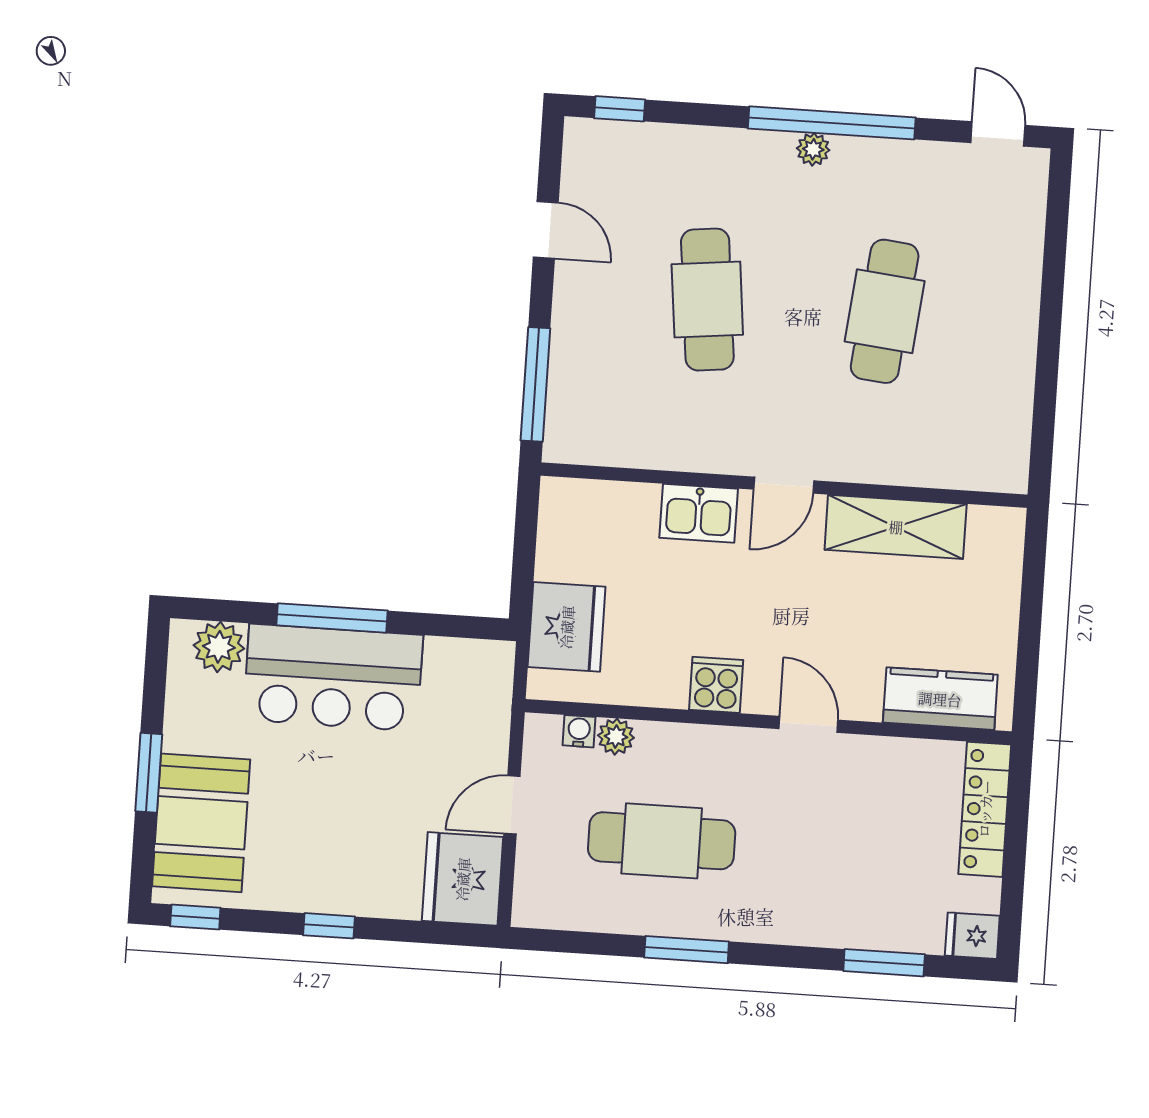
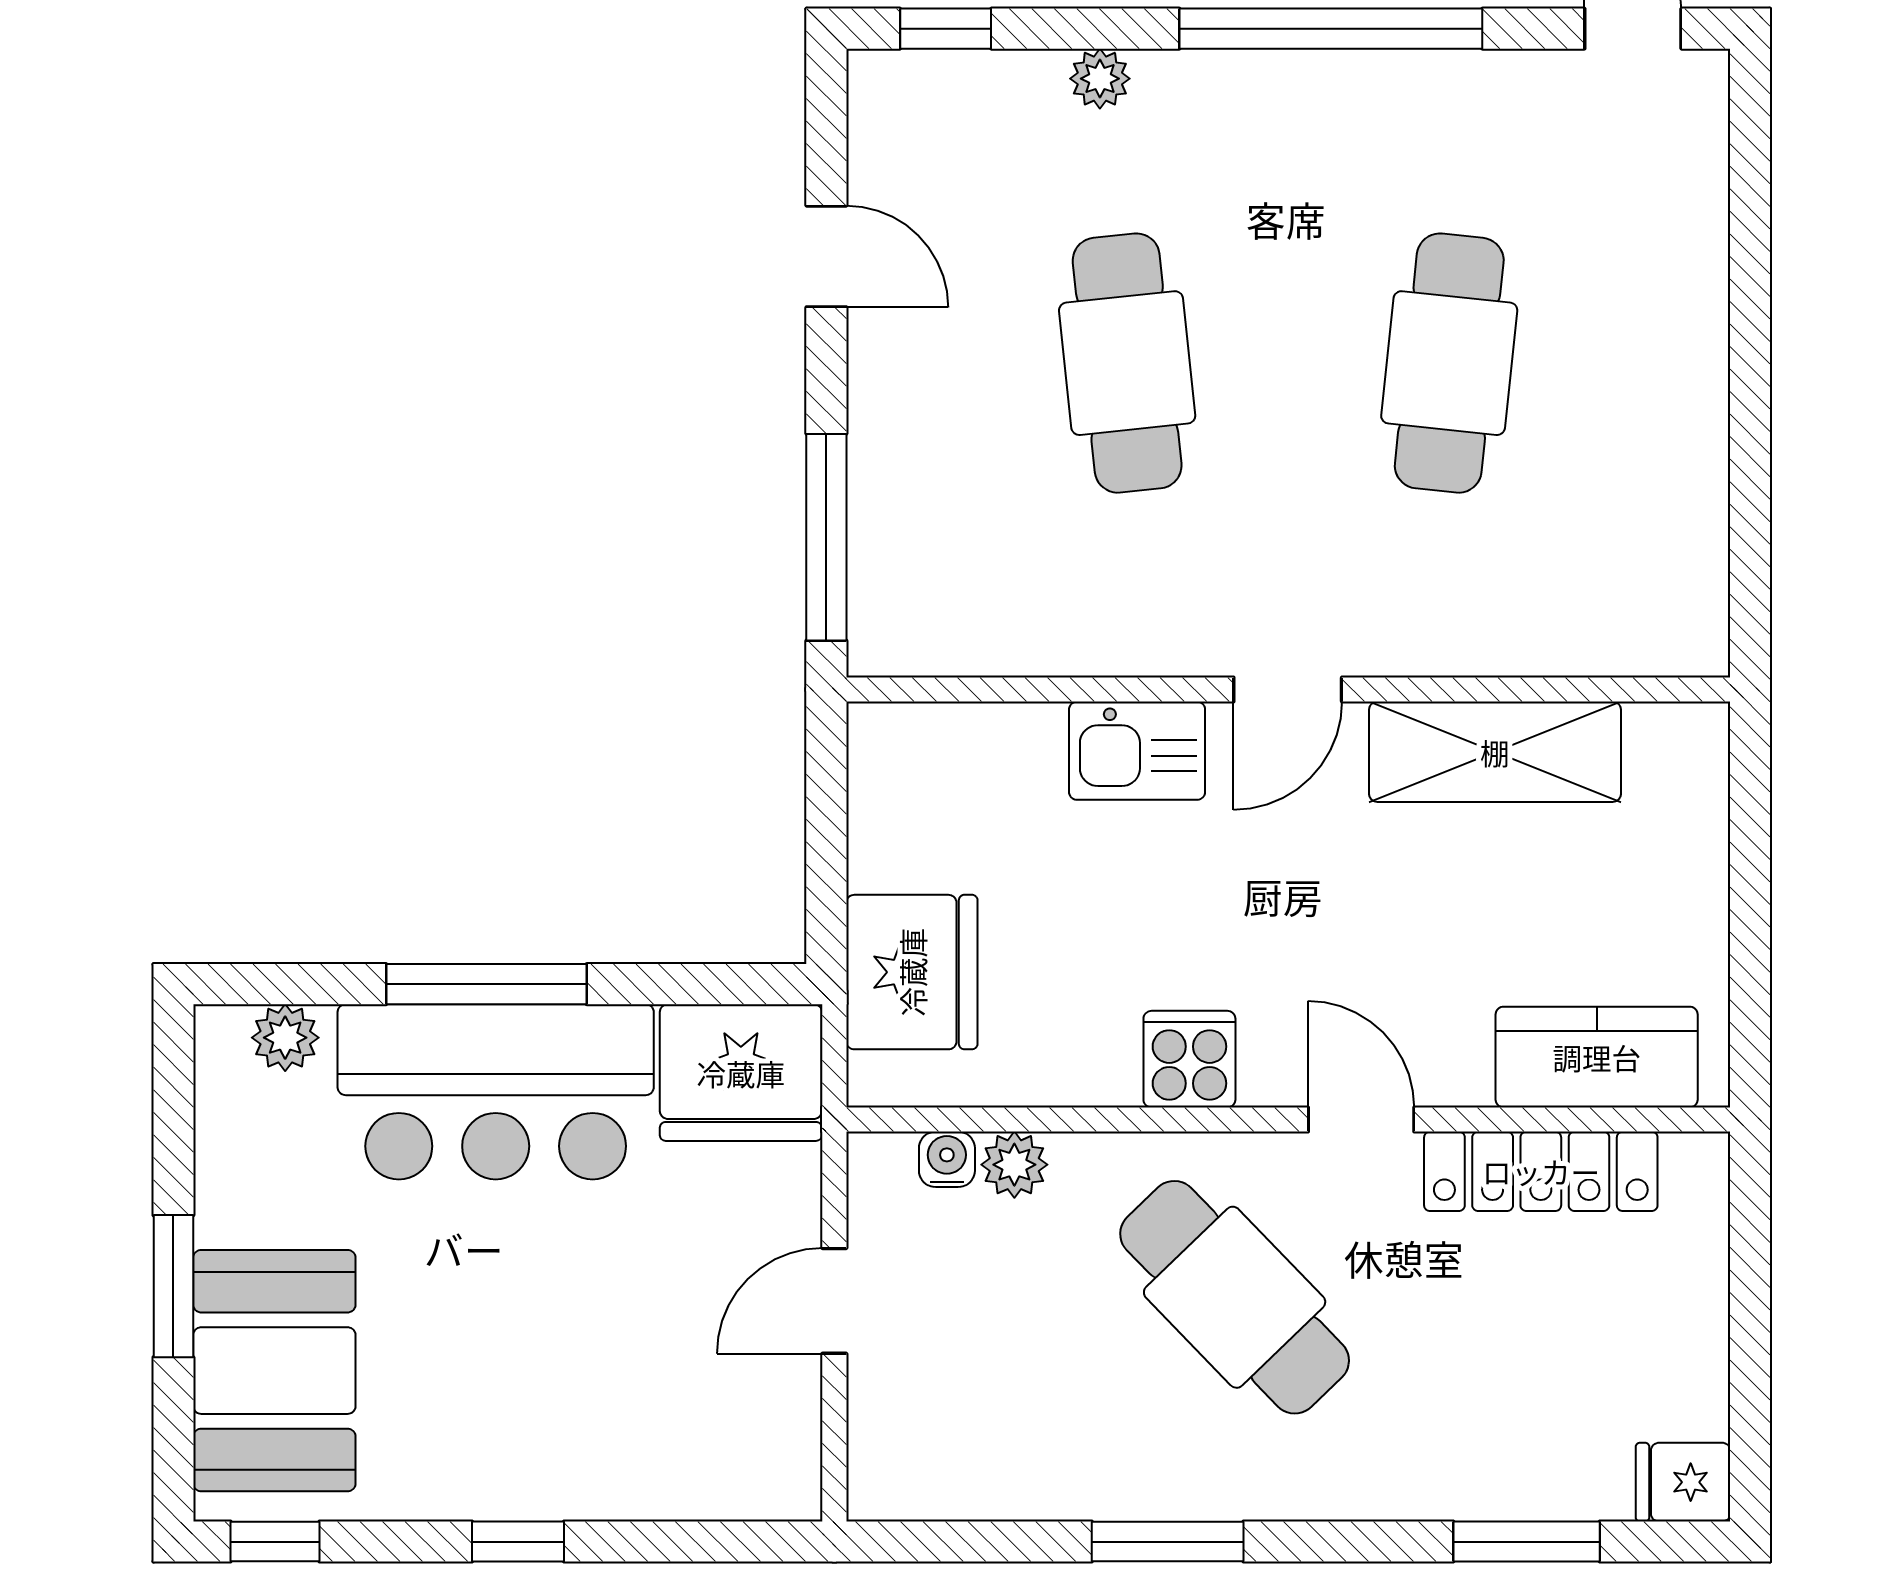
plant: (813, 149) -> (1100, 79), moved
plant: (219, 647) -> (285, 1038), width x0.73, depth x0.73
locker: (985, 809) -> (1541, 1171), moved, turned -90
cafe table: (662, 841) -> (1235, 1297), moved, turned 46
fridge: (463, 879) -> (741, 1073), moved, turned -90

